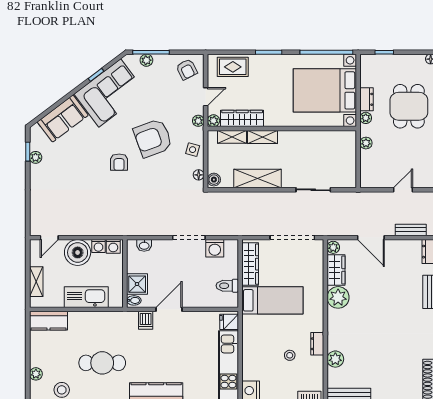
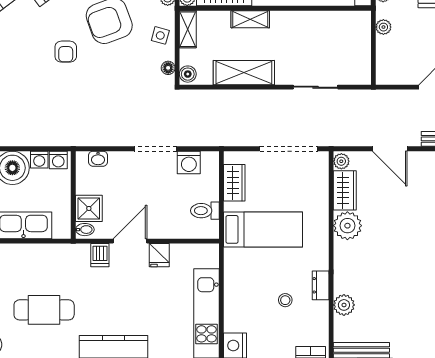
shelving: (232, 137) -> (188, 29), moved, turned 90
wardrobe: (250, 264) -> (234, 183), width x0.67
fridge: (229, 322) -> (159, 255), moved, turned -90

